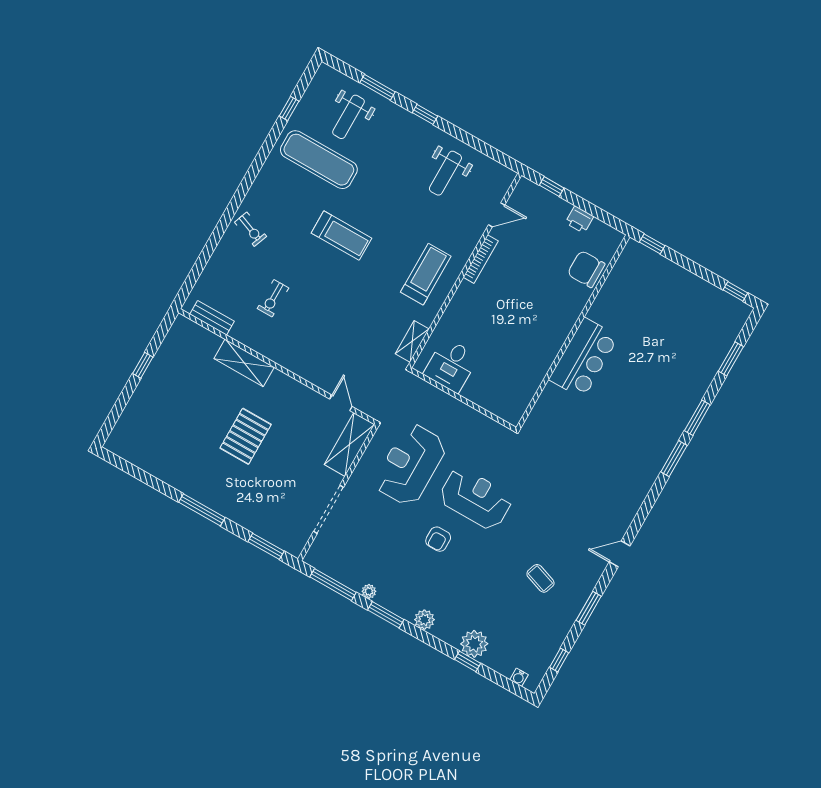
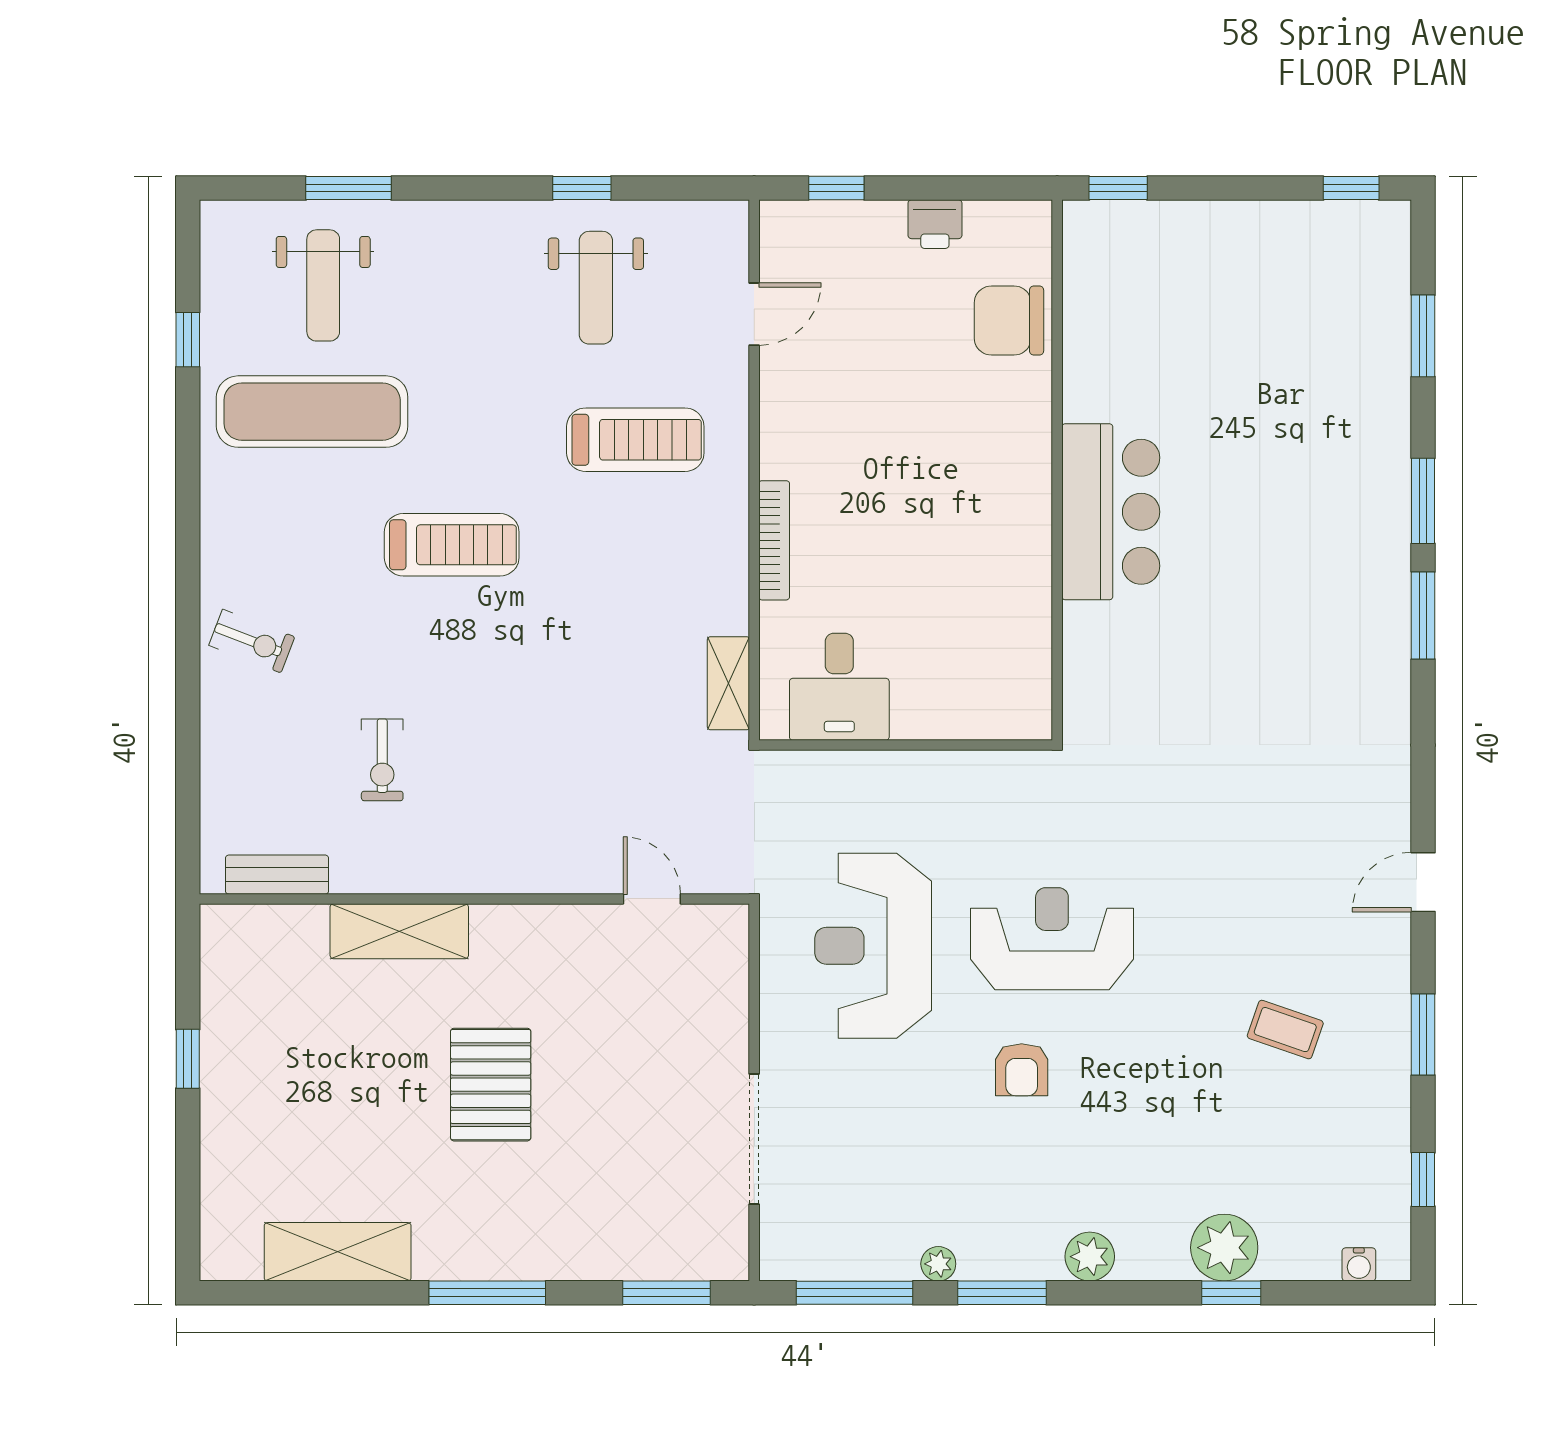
window: (425, 114) -> (582, 188), moved
bookcase: (481, 259) -> (774, 540), moved
treadmill: (426, 274) -> (635, 440), moved, turned 90
shelving: (349, 445) -> (338, 1252), moved, turned 90

